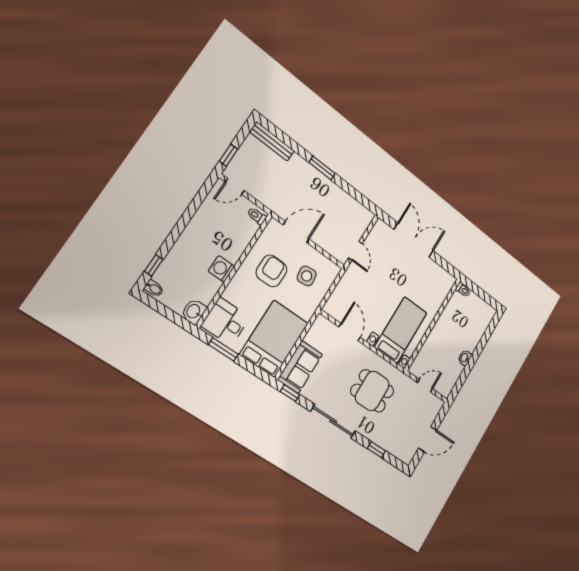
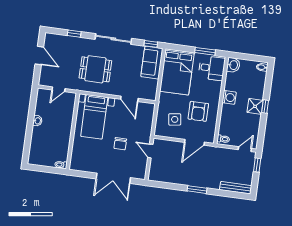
shower: (192, 238) -> (255, 106), added
window: (154, 265) -> (265, 107), moved
chair: (386, 280) -> (120, 144), added
door: (428, 439) -> (39, 55), swing flipped

